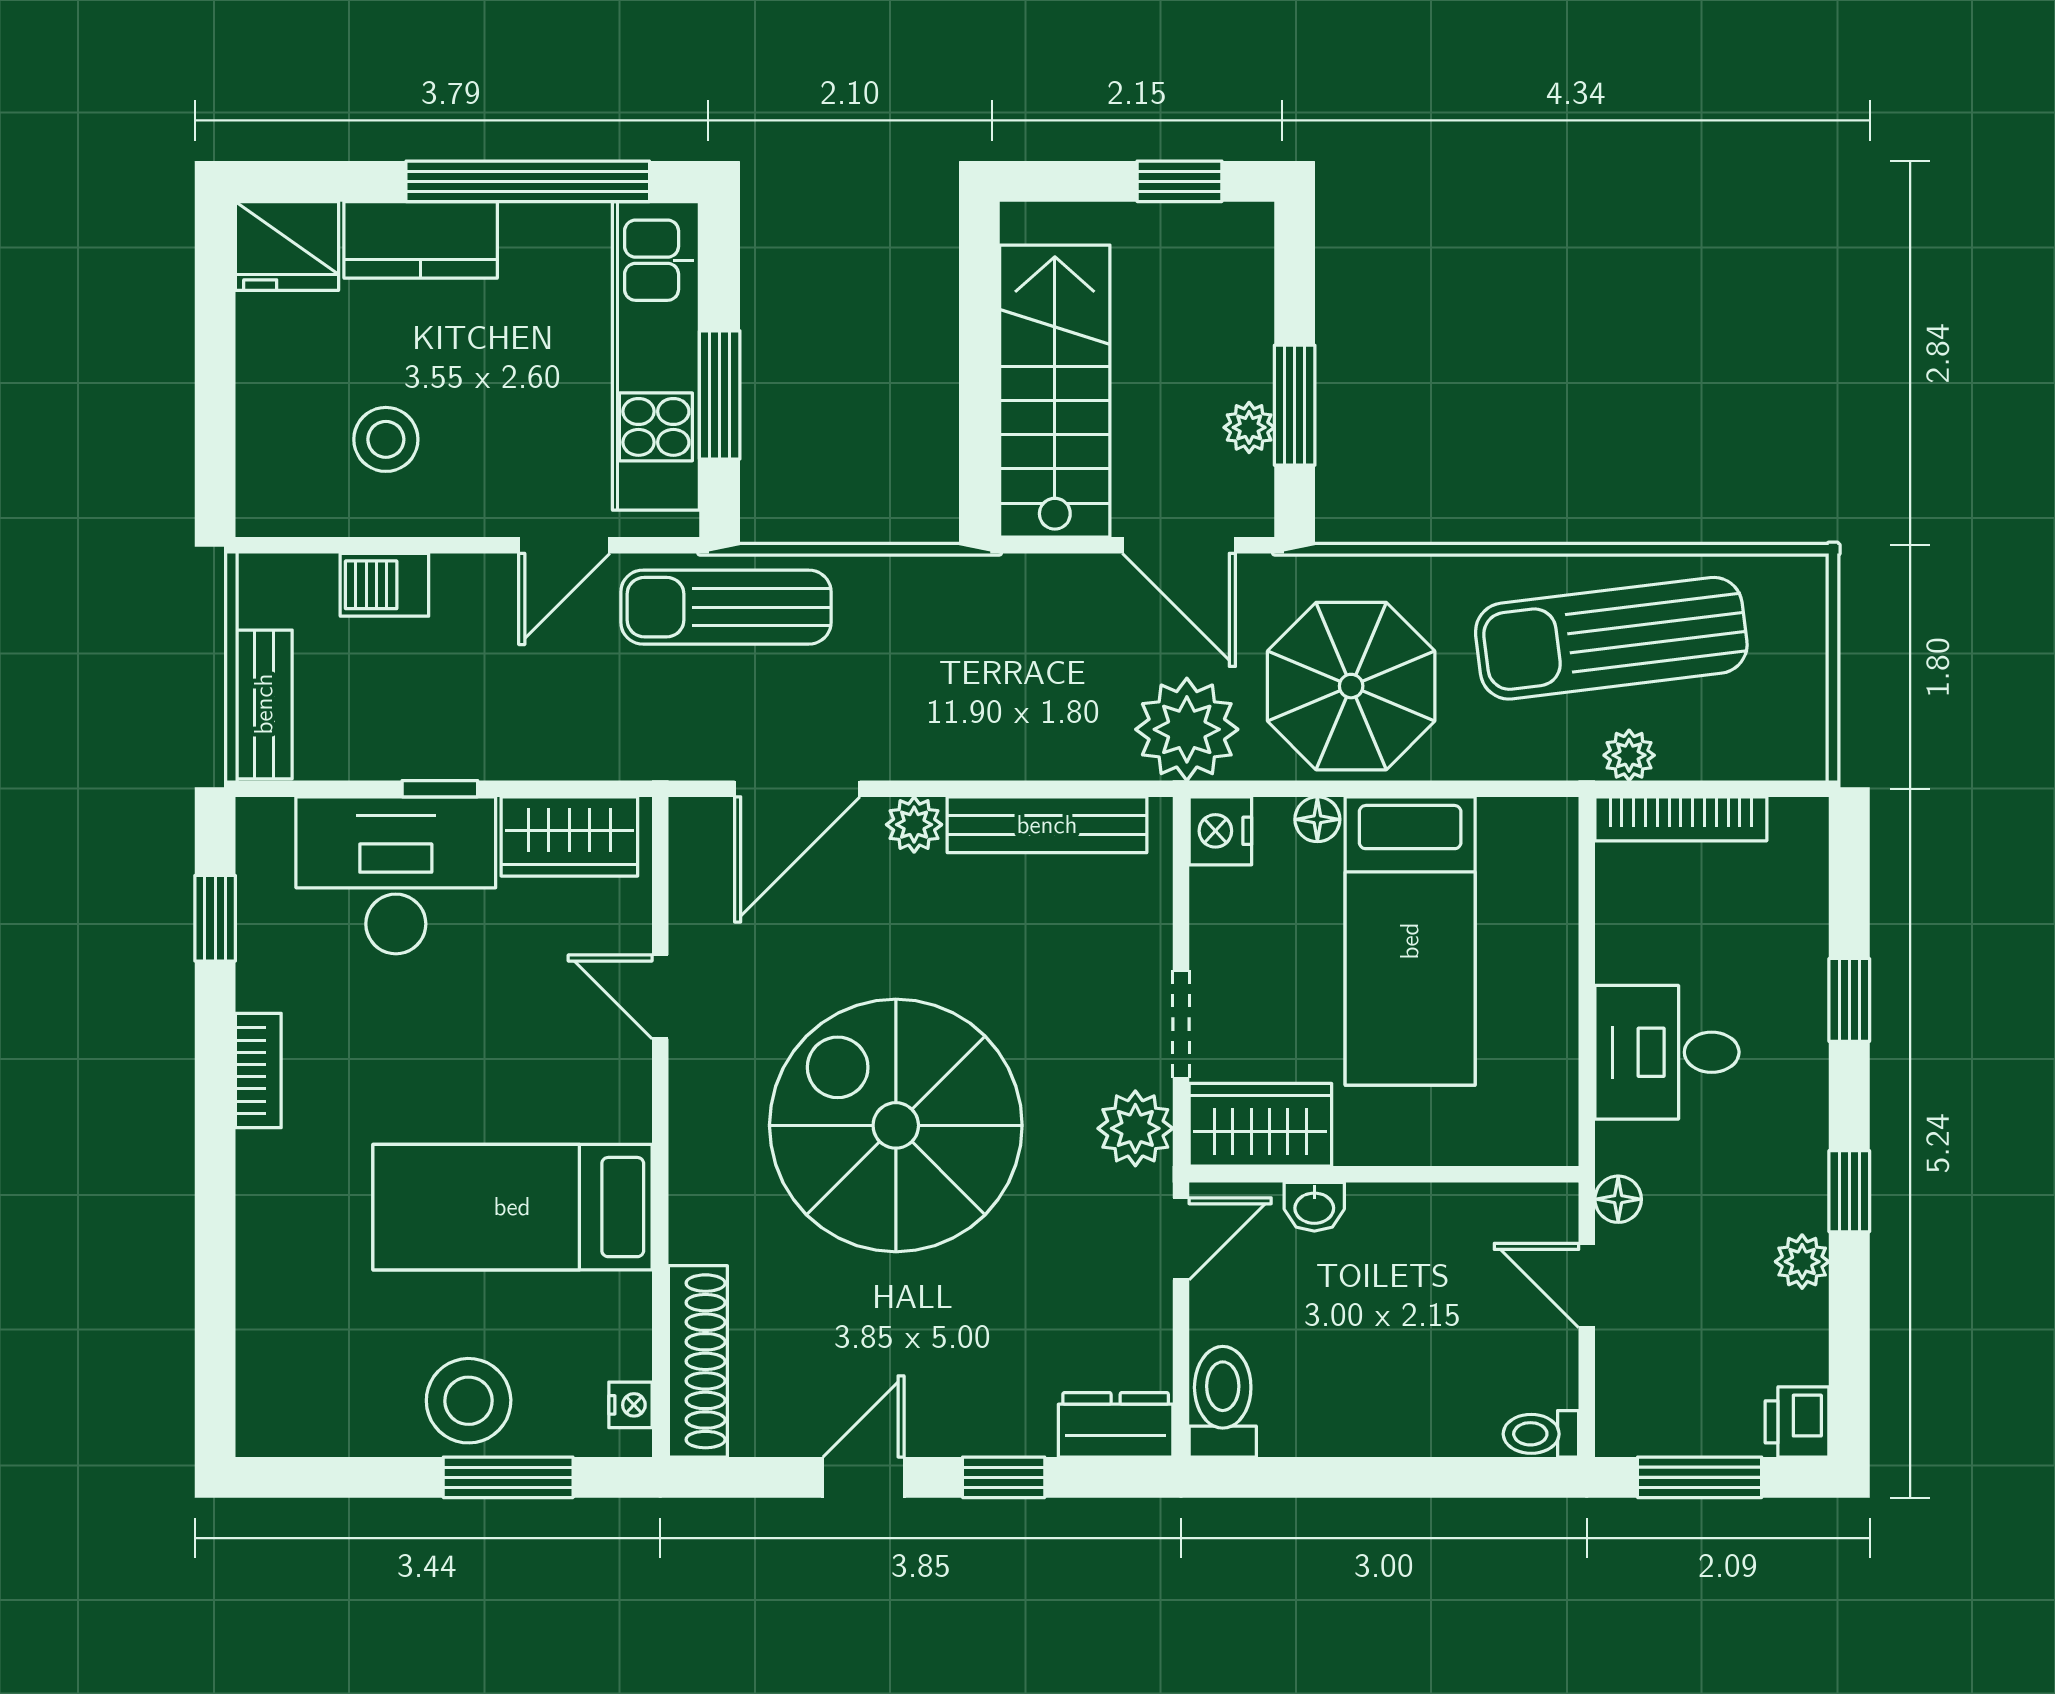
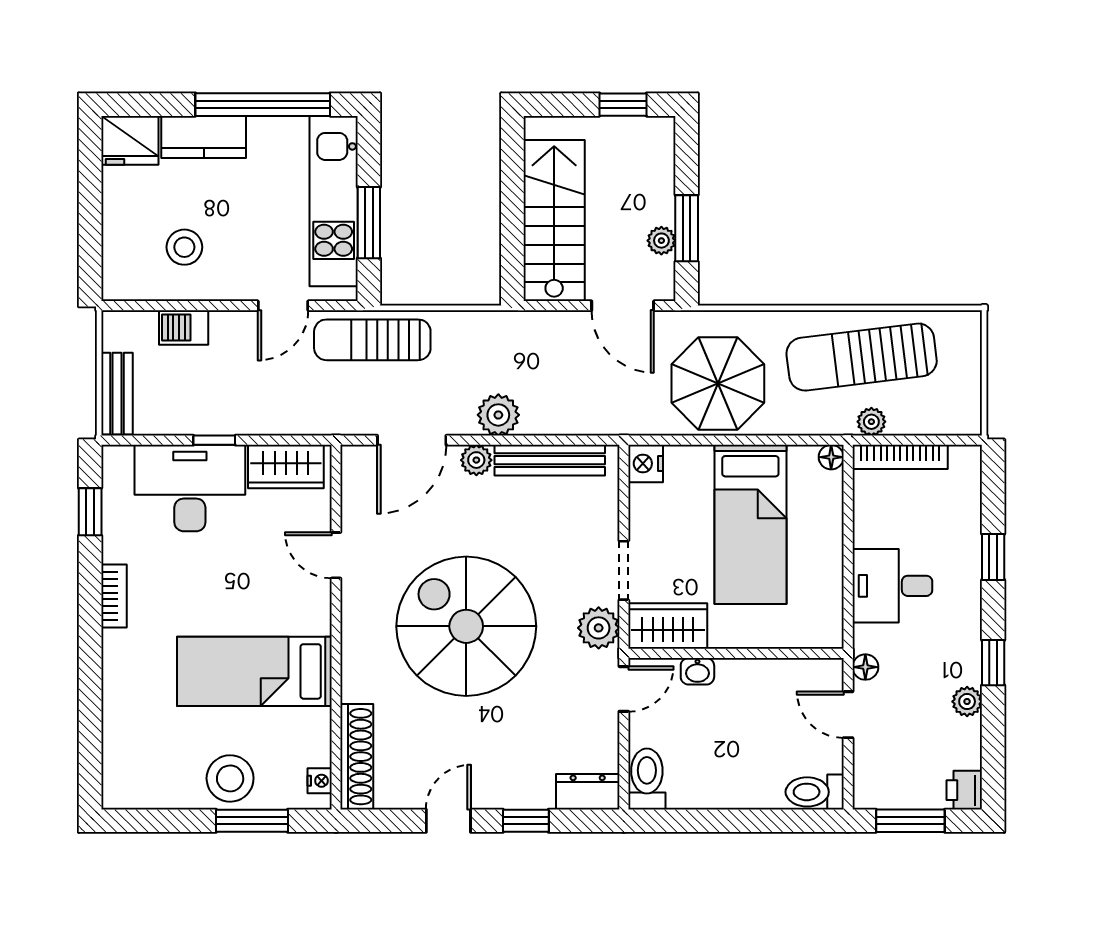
plant: (1187, 729) -> (498, 415), moved, width x0.73, depth x0.73
floor lamp: (1317, 819) -> (831, 457), moved
toilet: (1541, 1434) -> (815, 792), width x1.37, depth x1.39

